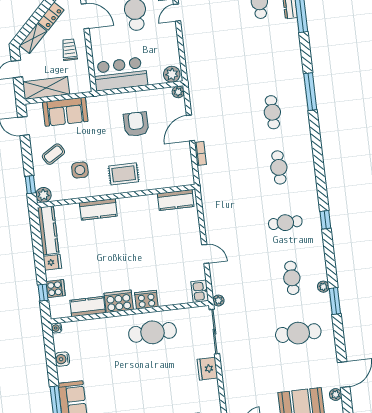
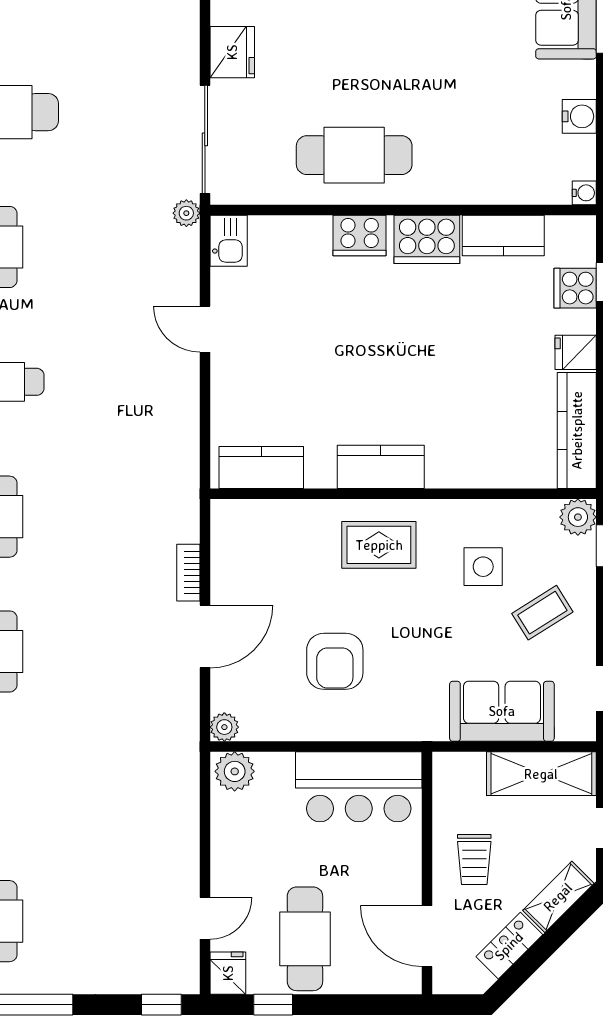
kitchen counter: (98, 209) -> (381, 467), moved

